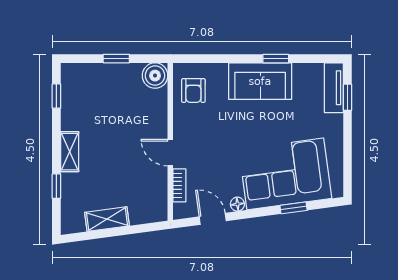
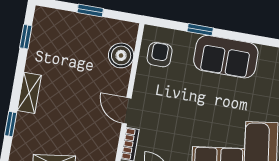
window: (276, 59) -> (200, 30), moved
boiler: (155, 76) -> (121, 55), moved
armchair: (193, 91) -> (160, 55), turned 180

